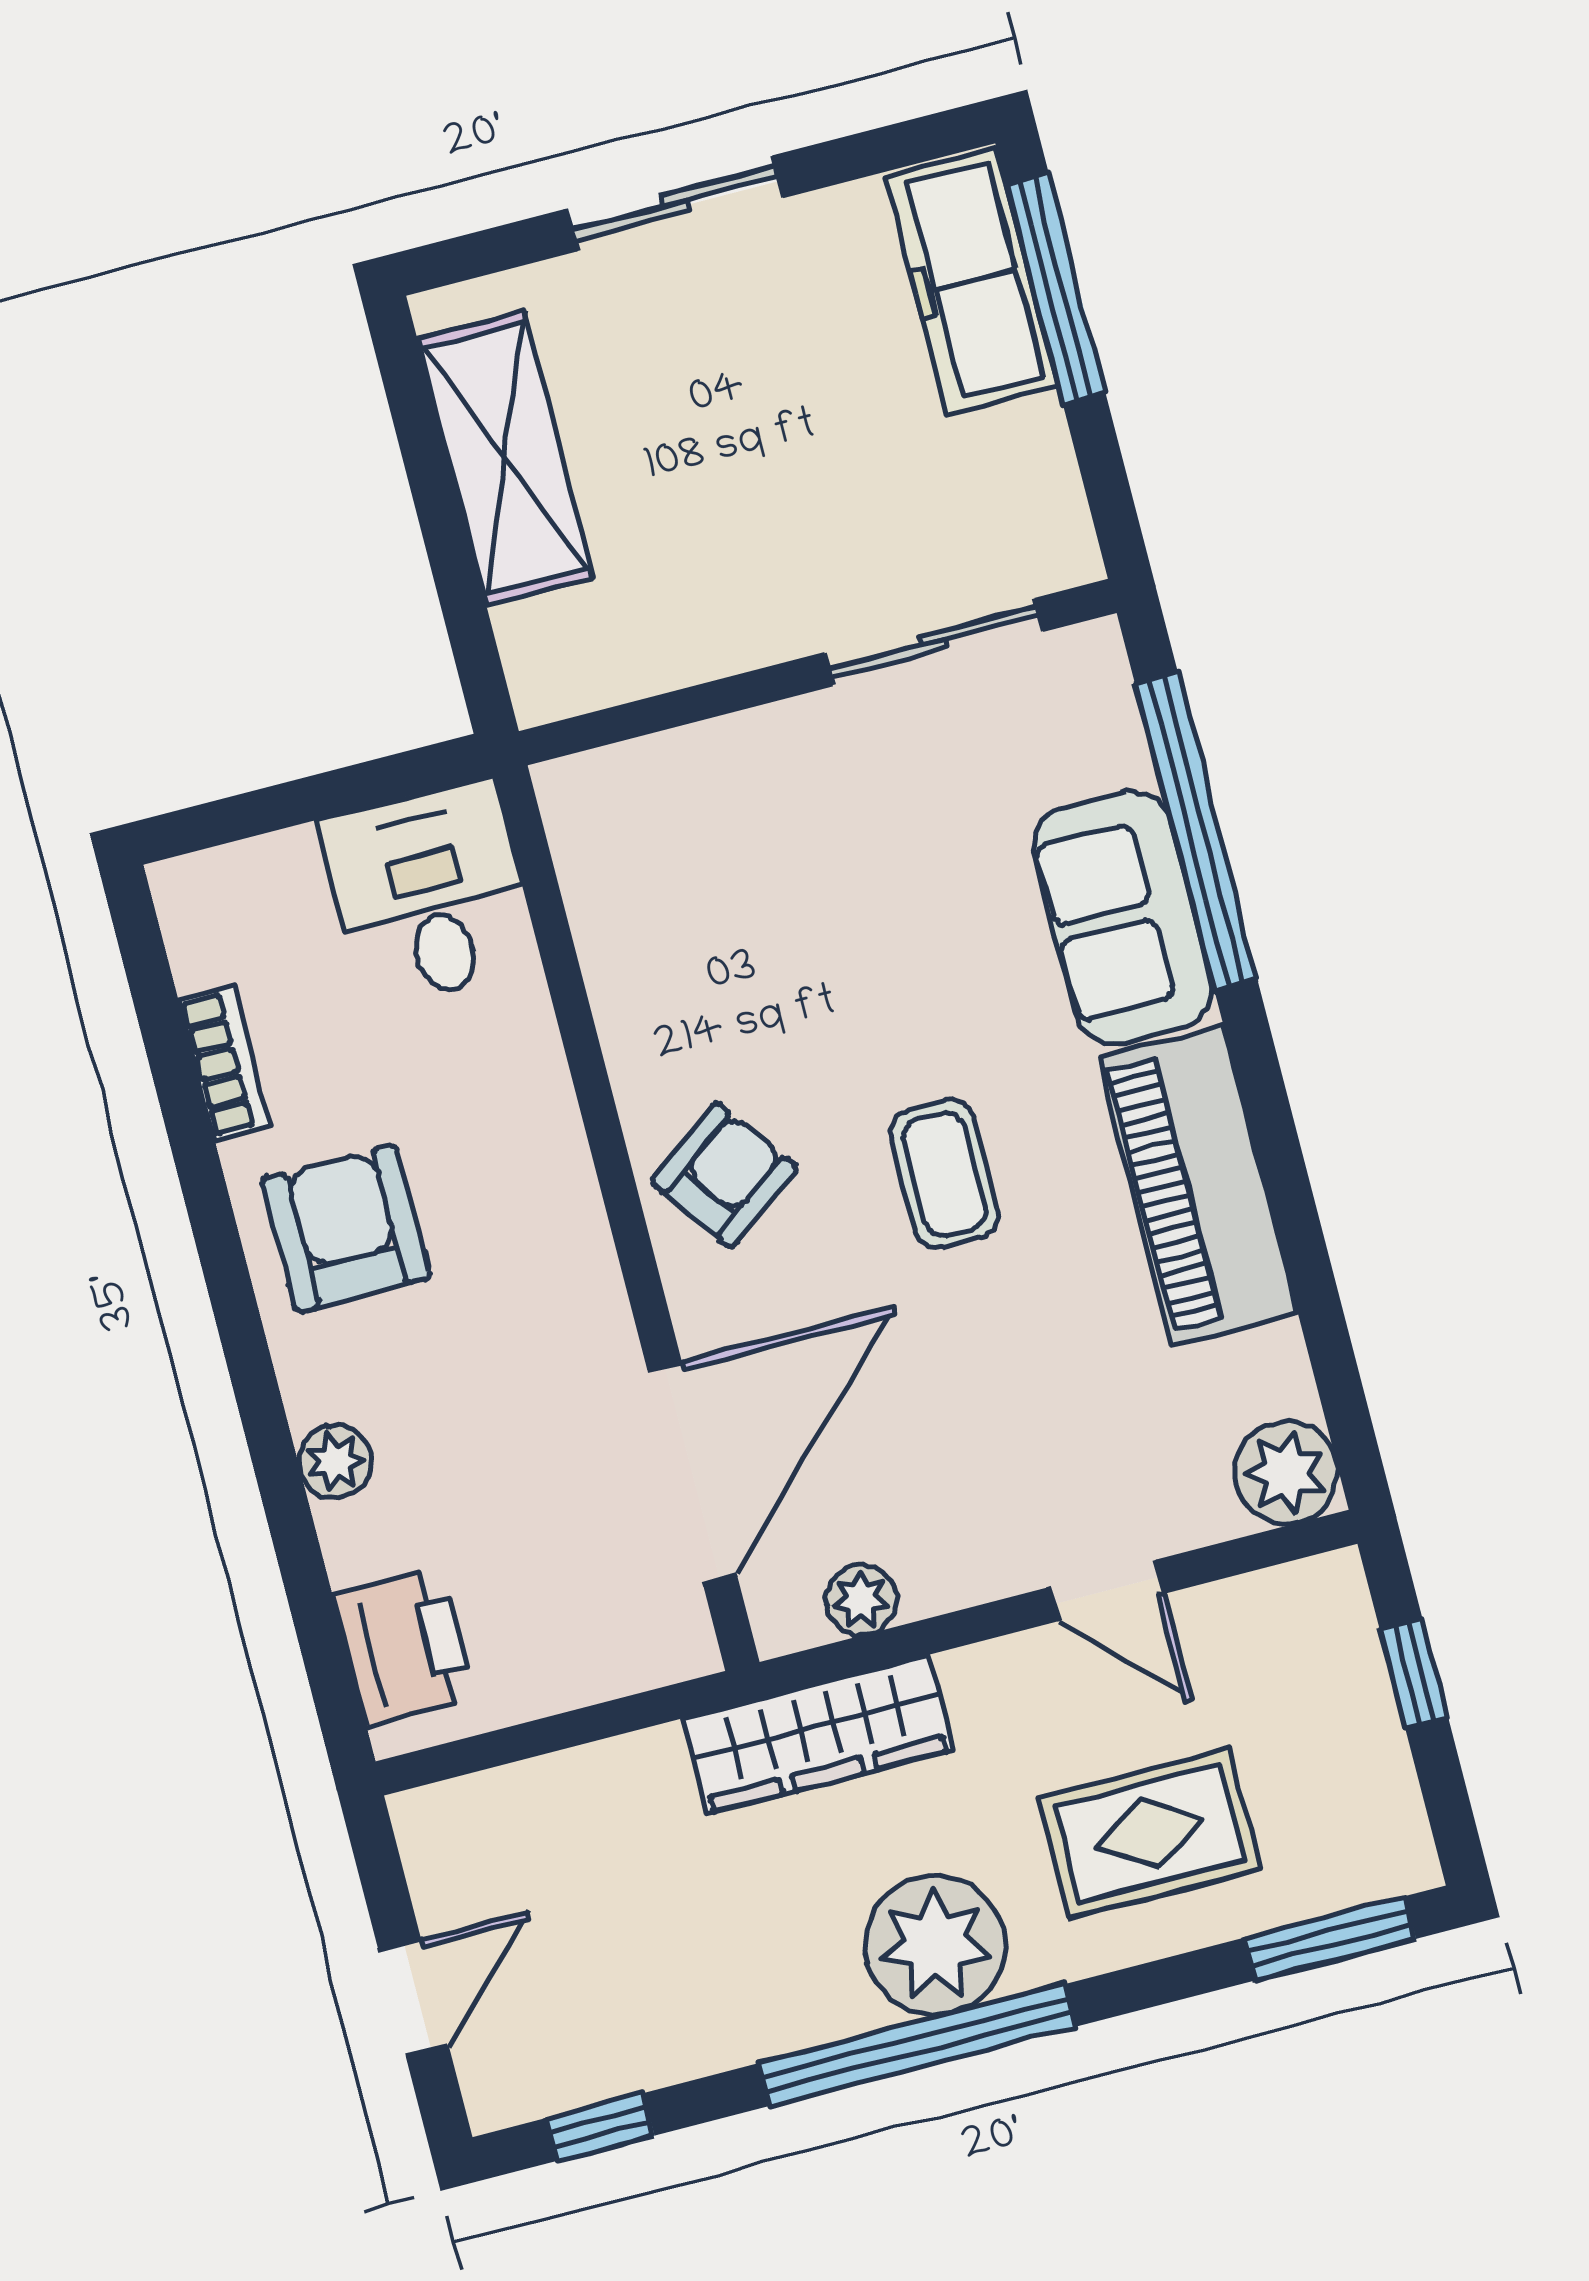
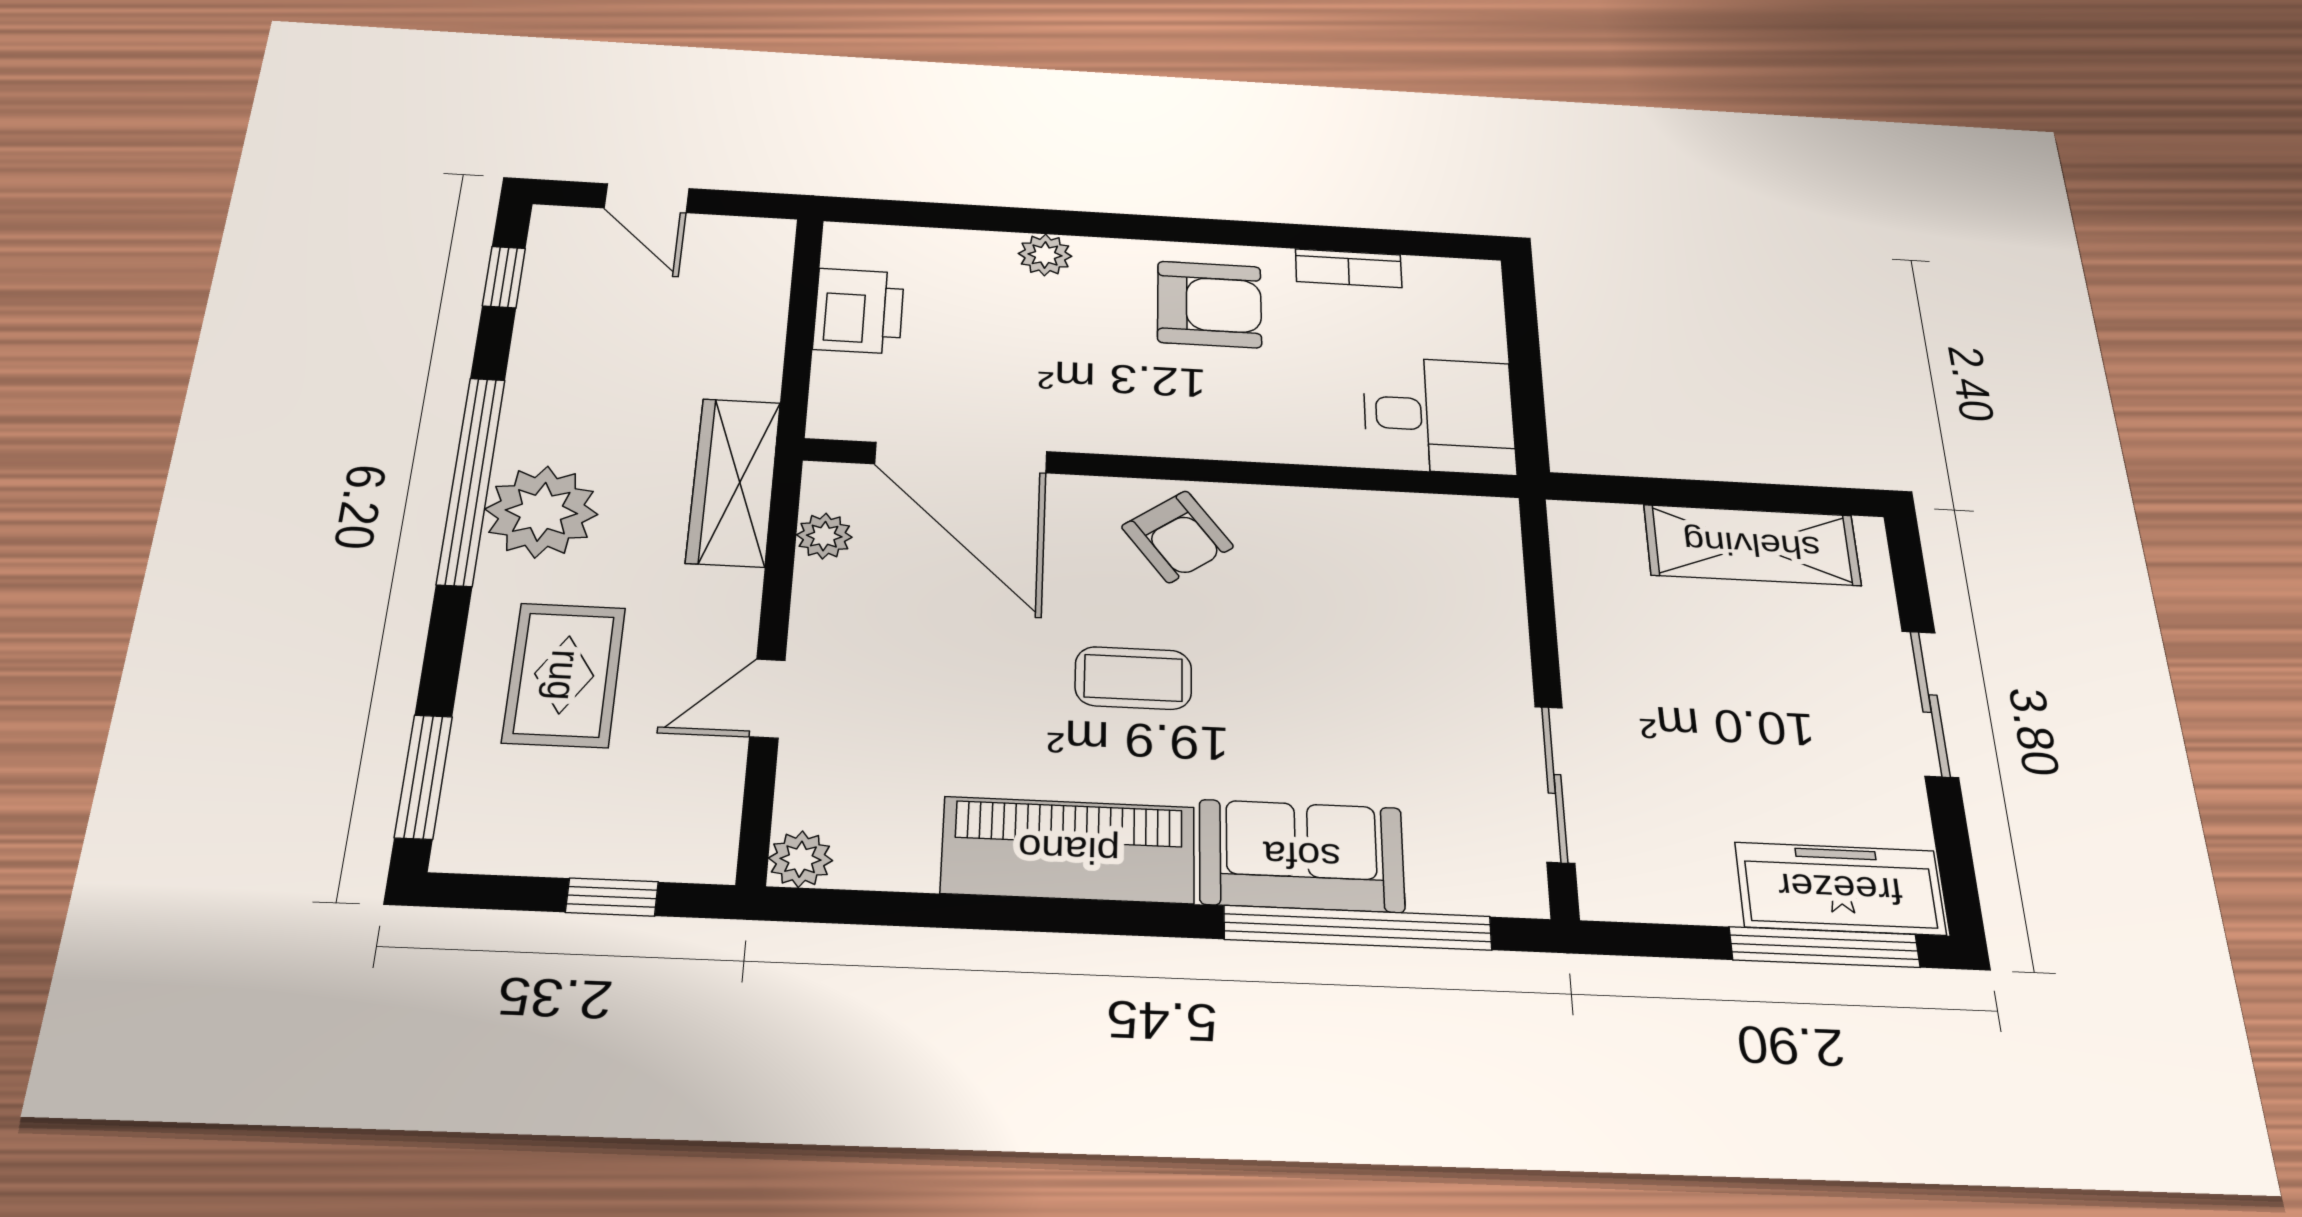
plant: (1286, 1473) -> (800, 859), width x0.73, depth x0.73
printer: (404, 1646) -> (859, 311), moved, turned -90

